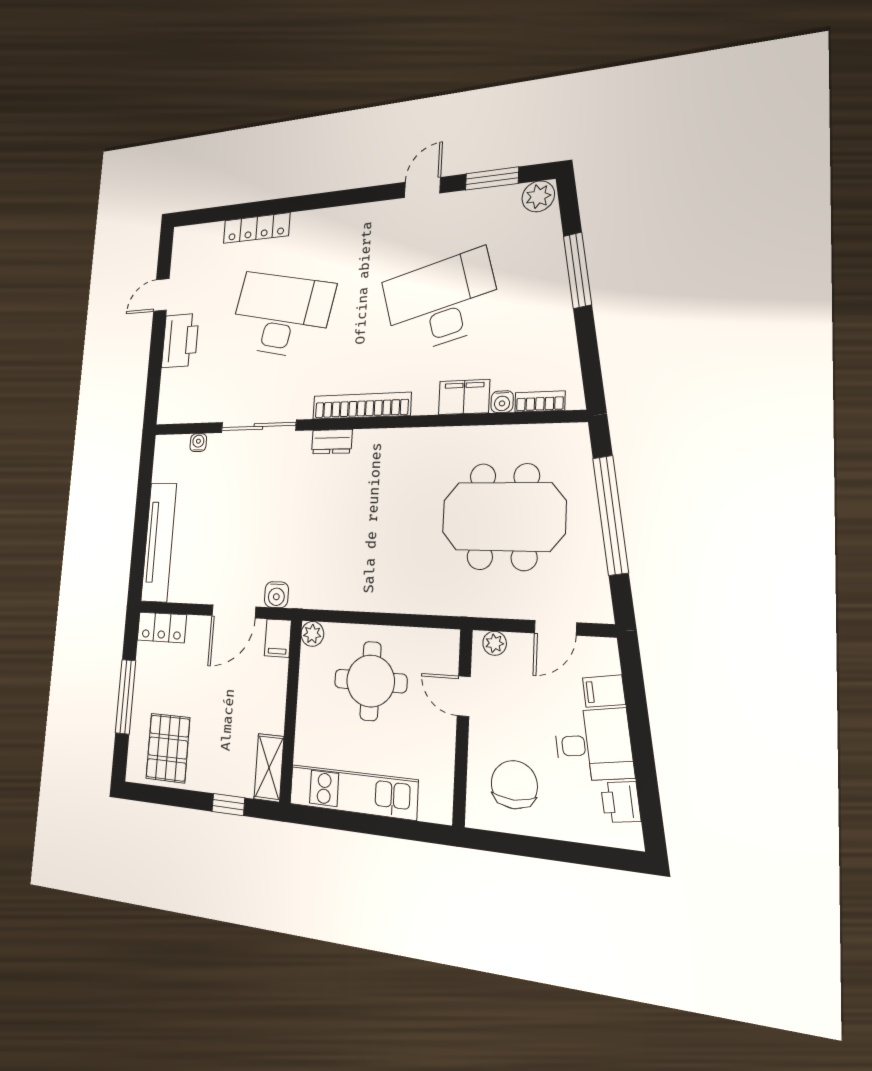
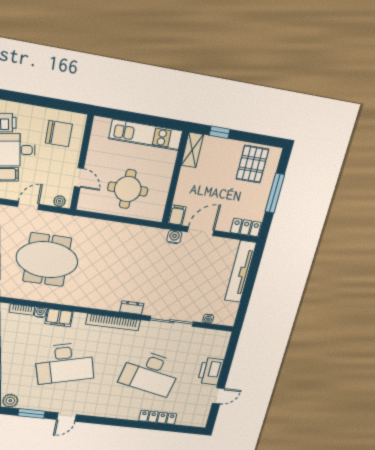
plant: (312, 634) -> (157, 215), removed
chair: (514, 785) -> (59, 134), turned -90

